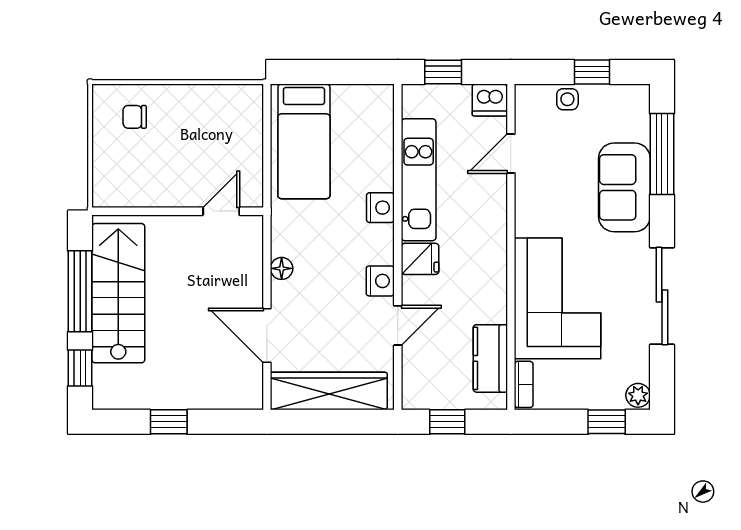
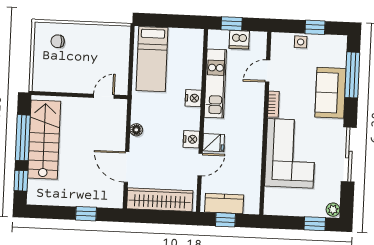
dishwasher: (489, 100) -> (239, 40), moved
fridge: (420, 259) -> (213, 143), moved
kitchen counter: (490, 358) -> (224, 204), moved, turned 90
bookcase: (524, 384) -> (273, 104), moved
window: (169, 422) -> (86, 214), moved

